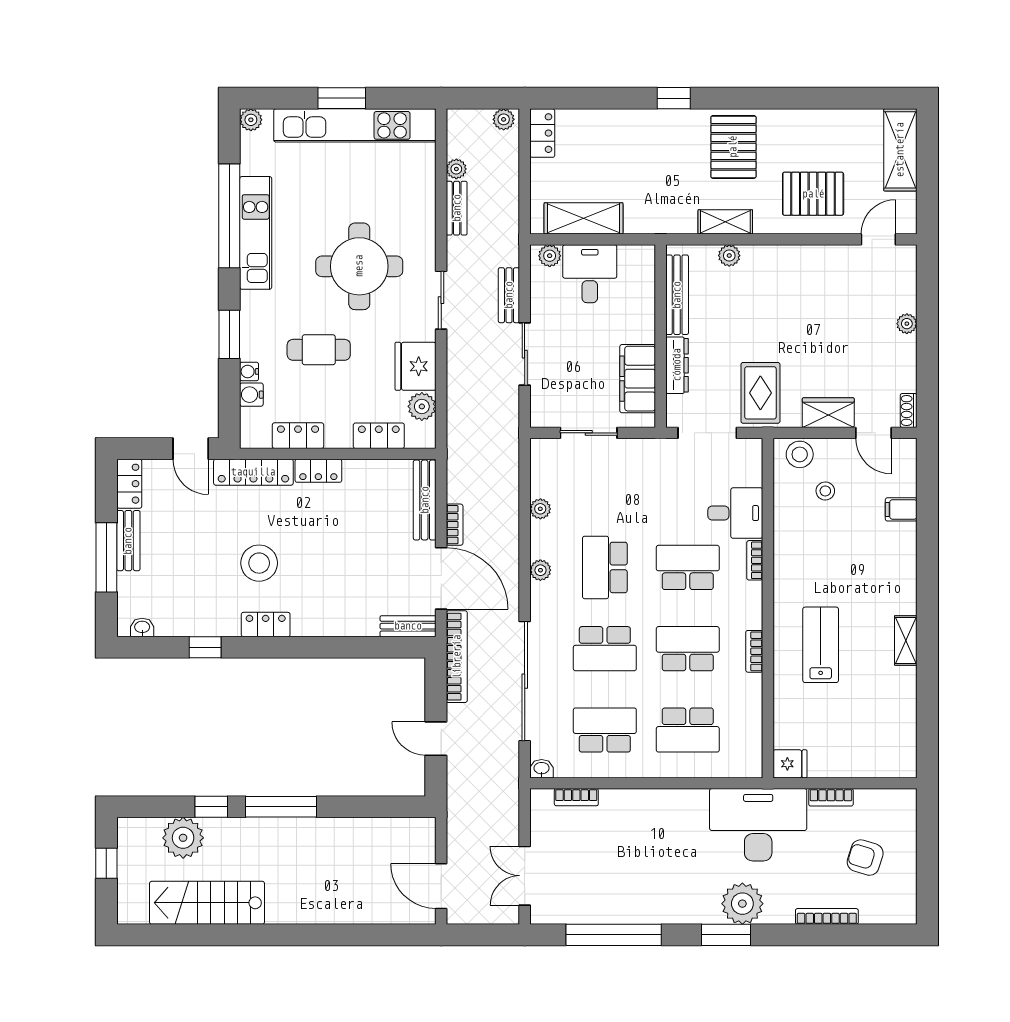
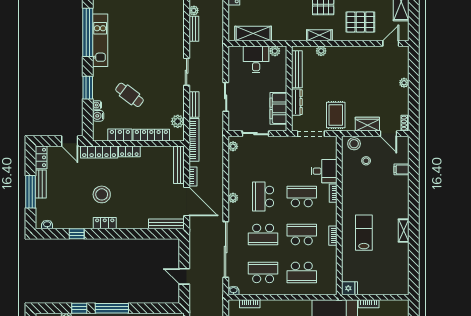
plant: (550, 256) -> (275, 51), moved
round table: (359, 266) -> (148, 56), removed
bench: (509, 295) -> (194, 105), moved
cafe table: (319, 350) -> (130, 95), turned 37
fridge: (415, 366) -> (175, 103), removed
locker: (379, 436) -> (151, 135), width x1.53
plant: (540, 509) -> (233, 146), moved
bench: (408, 626) -> (166, 224), width x1.36
bookcase: (457, 657) -> (194, 140), moved

